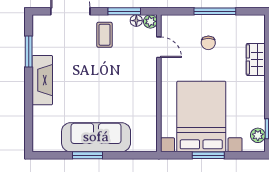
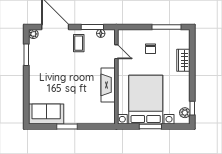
window: (215, 11) -> (167, 27), moved
plant: (150, 21) -> (33, 34), moved
fireplace: (42, 80) -> (108, 85), moved, turned 180
sofa: (96, 137) -> (46, 114), moved, width x0.73

